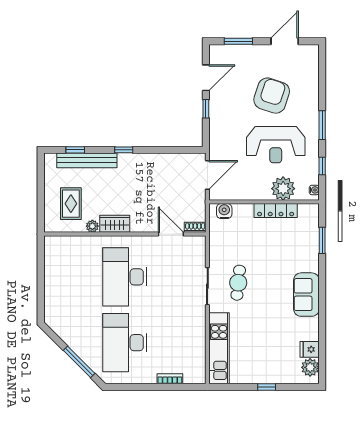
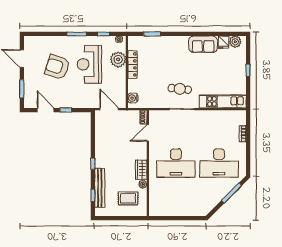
reception desk: (276, 145) -> (89, 64), turned 180
sofa: (306, 295) -> (203, 44), moved

